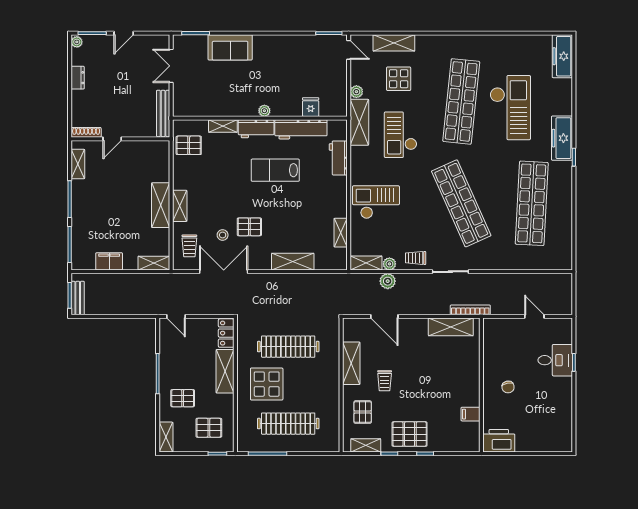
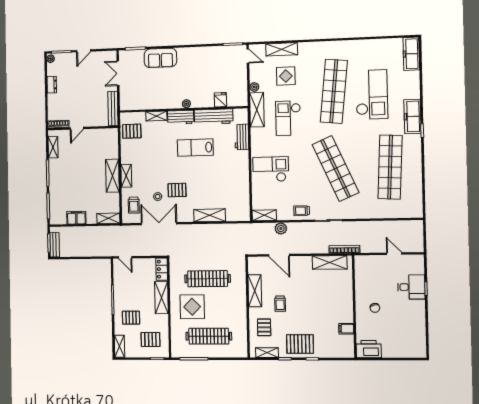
shelving: (341, 233) -> (245, 193), removed
plant: (389, 264) -> (282, 215), removed

